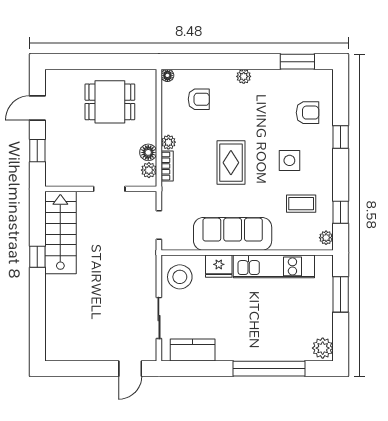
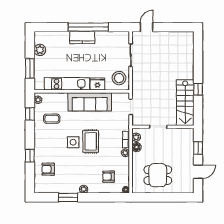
window: (297, 62) -> (68, 197), moved
side table: (289, 160) -> (73, 142), moved
plant: (323, 348) -> (40, 50), moved
kitchen counter: (193, 350) -> (82, 37), moved
window: (269, 369) -> (88, 27), moved

